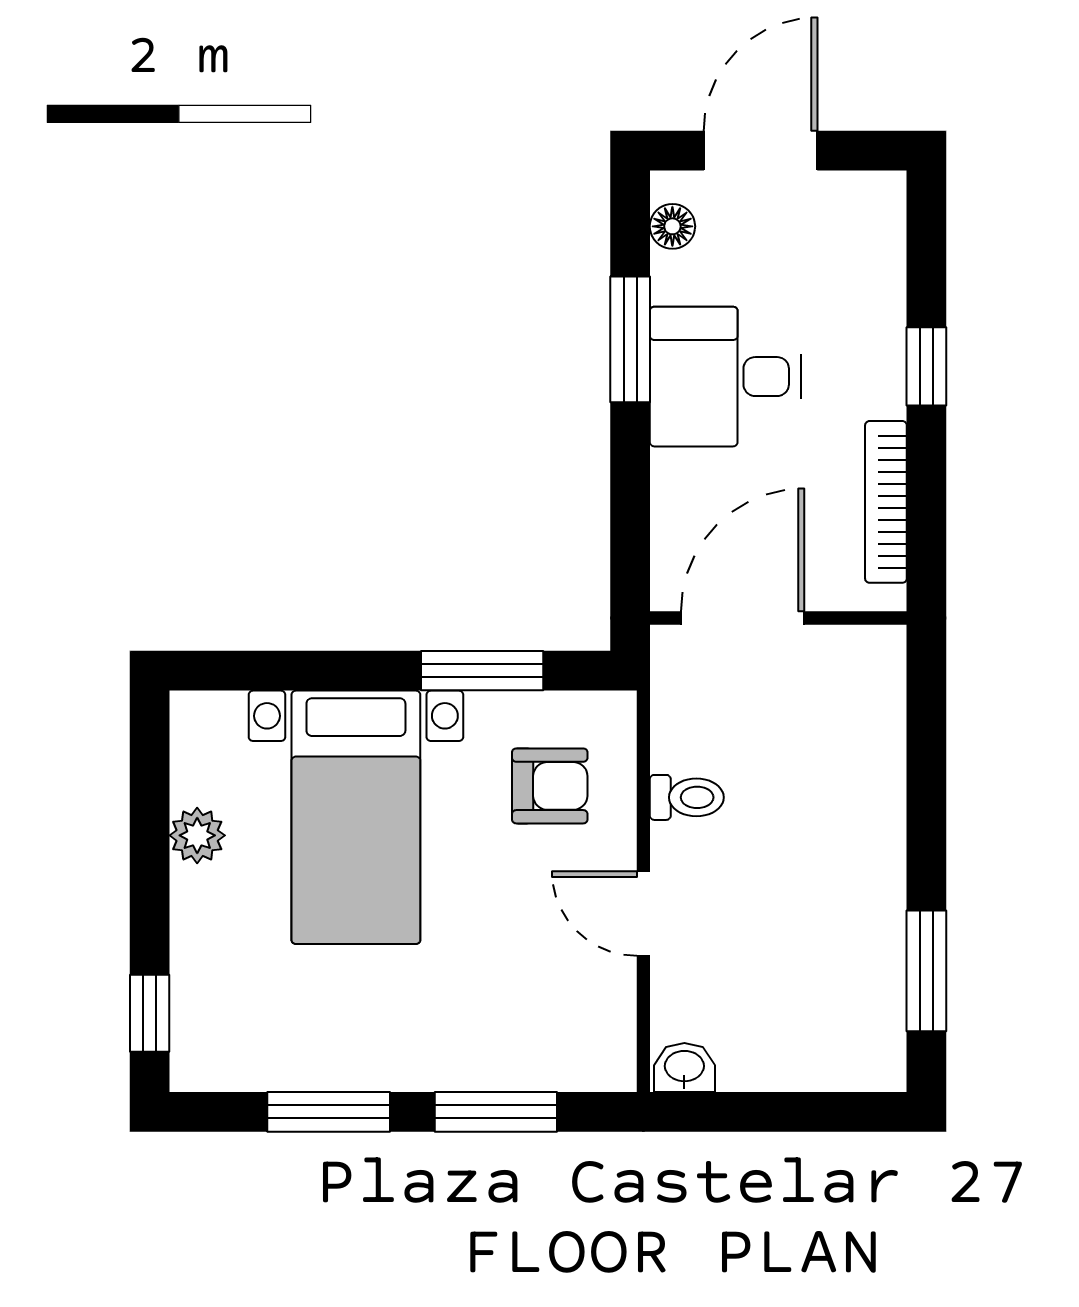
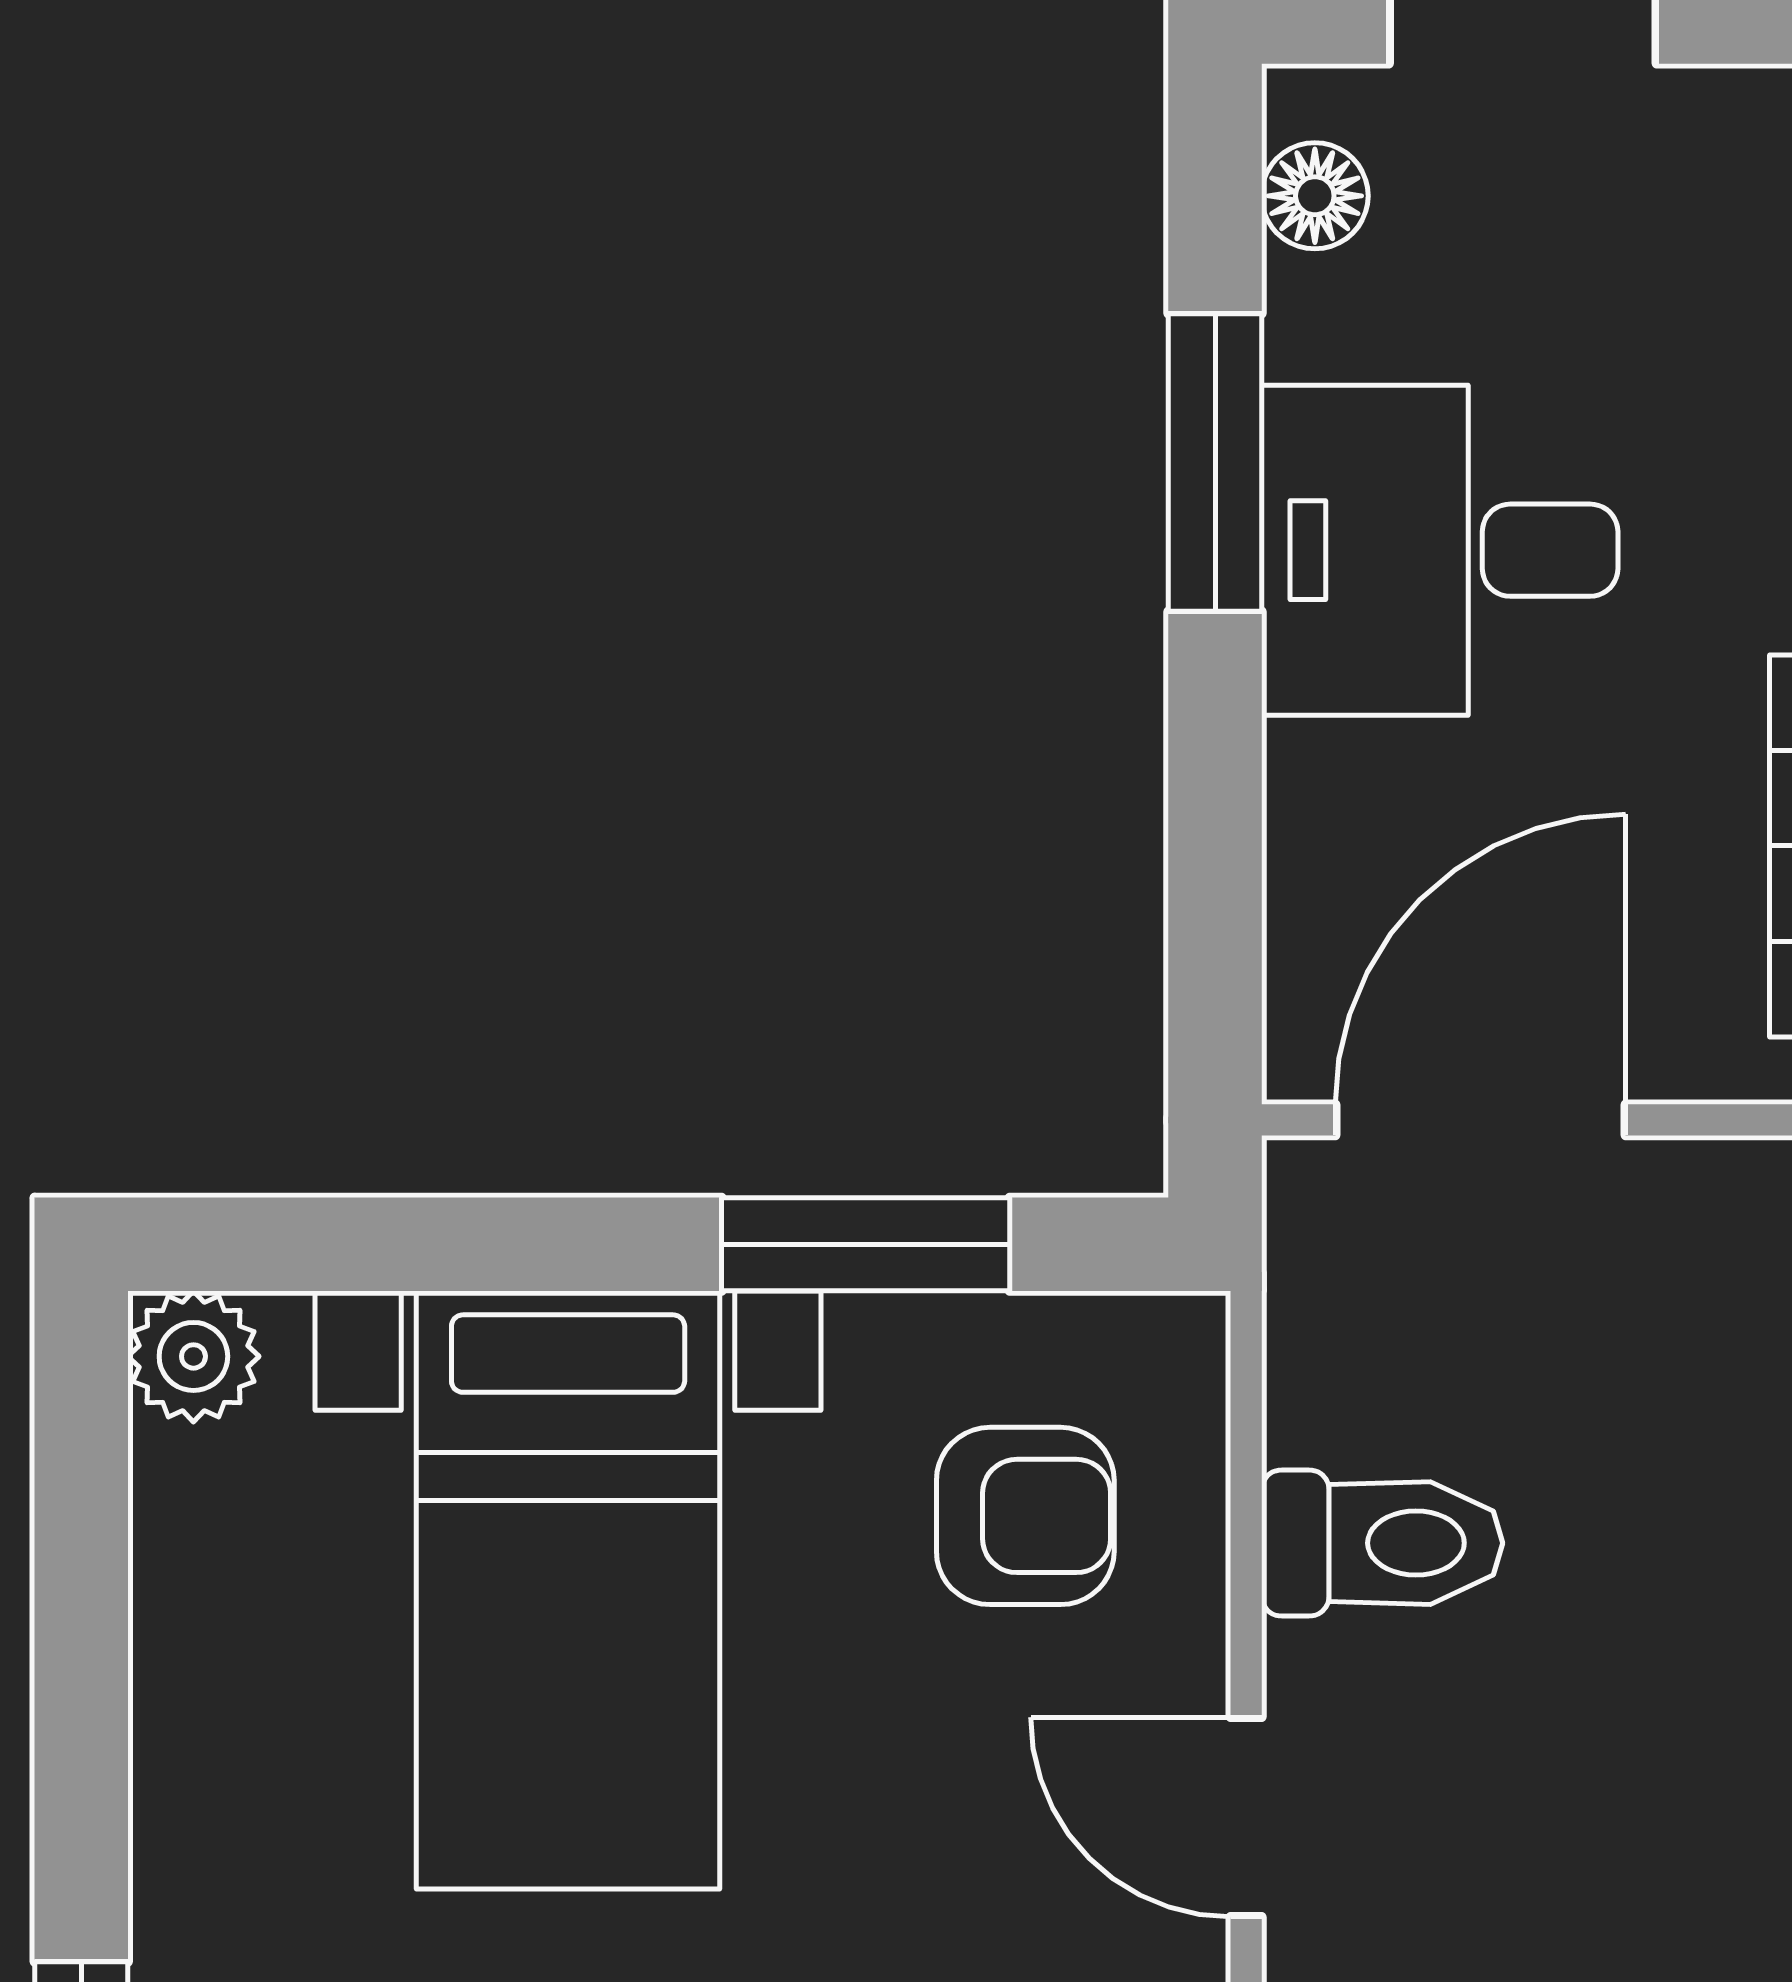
toilet: (687, 797) -> (1382, 1543), width x1.37, depth x1.39
plant: (197, 835) -> (193, 1356), moved

